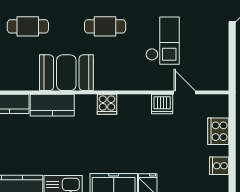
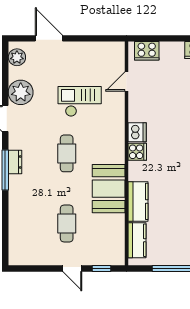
dishwasher: (162, 104) -> (137, 132), moved
cooker: (218, 131) -> (147, 51), moved

